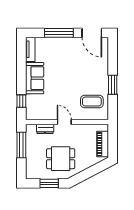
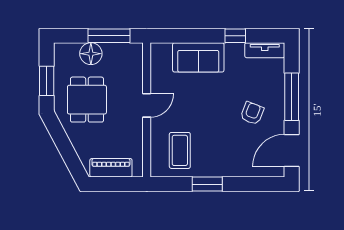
armchair: (69, 57) -> (252, 113), added
sofa: (35, 78) -> (198, 57), moved
window: (21, 101) -> (235, 36), moved
dresser: (45, 129) -> (135, 74), removed
floor lamp: (32, 156) -> (91, 54), added

